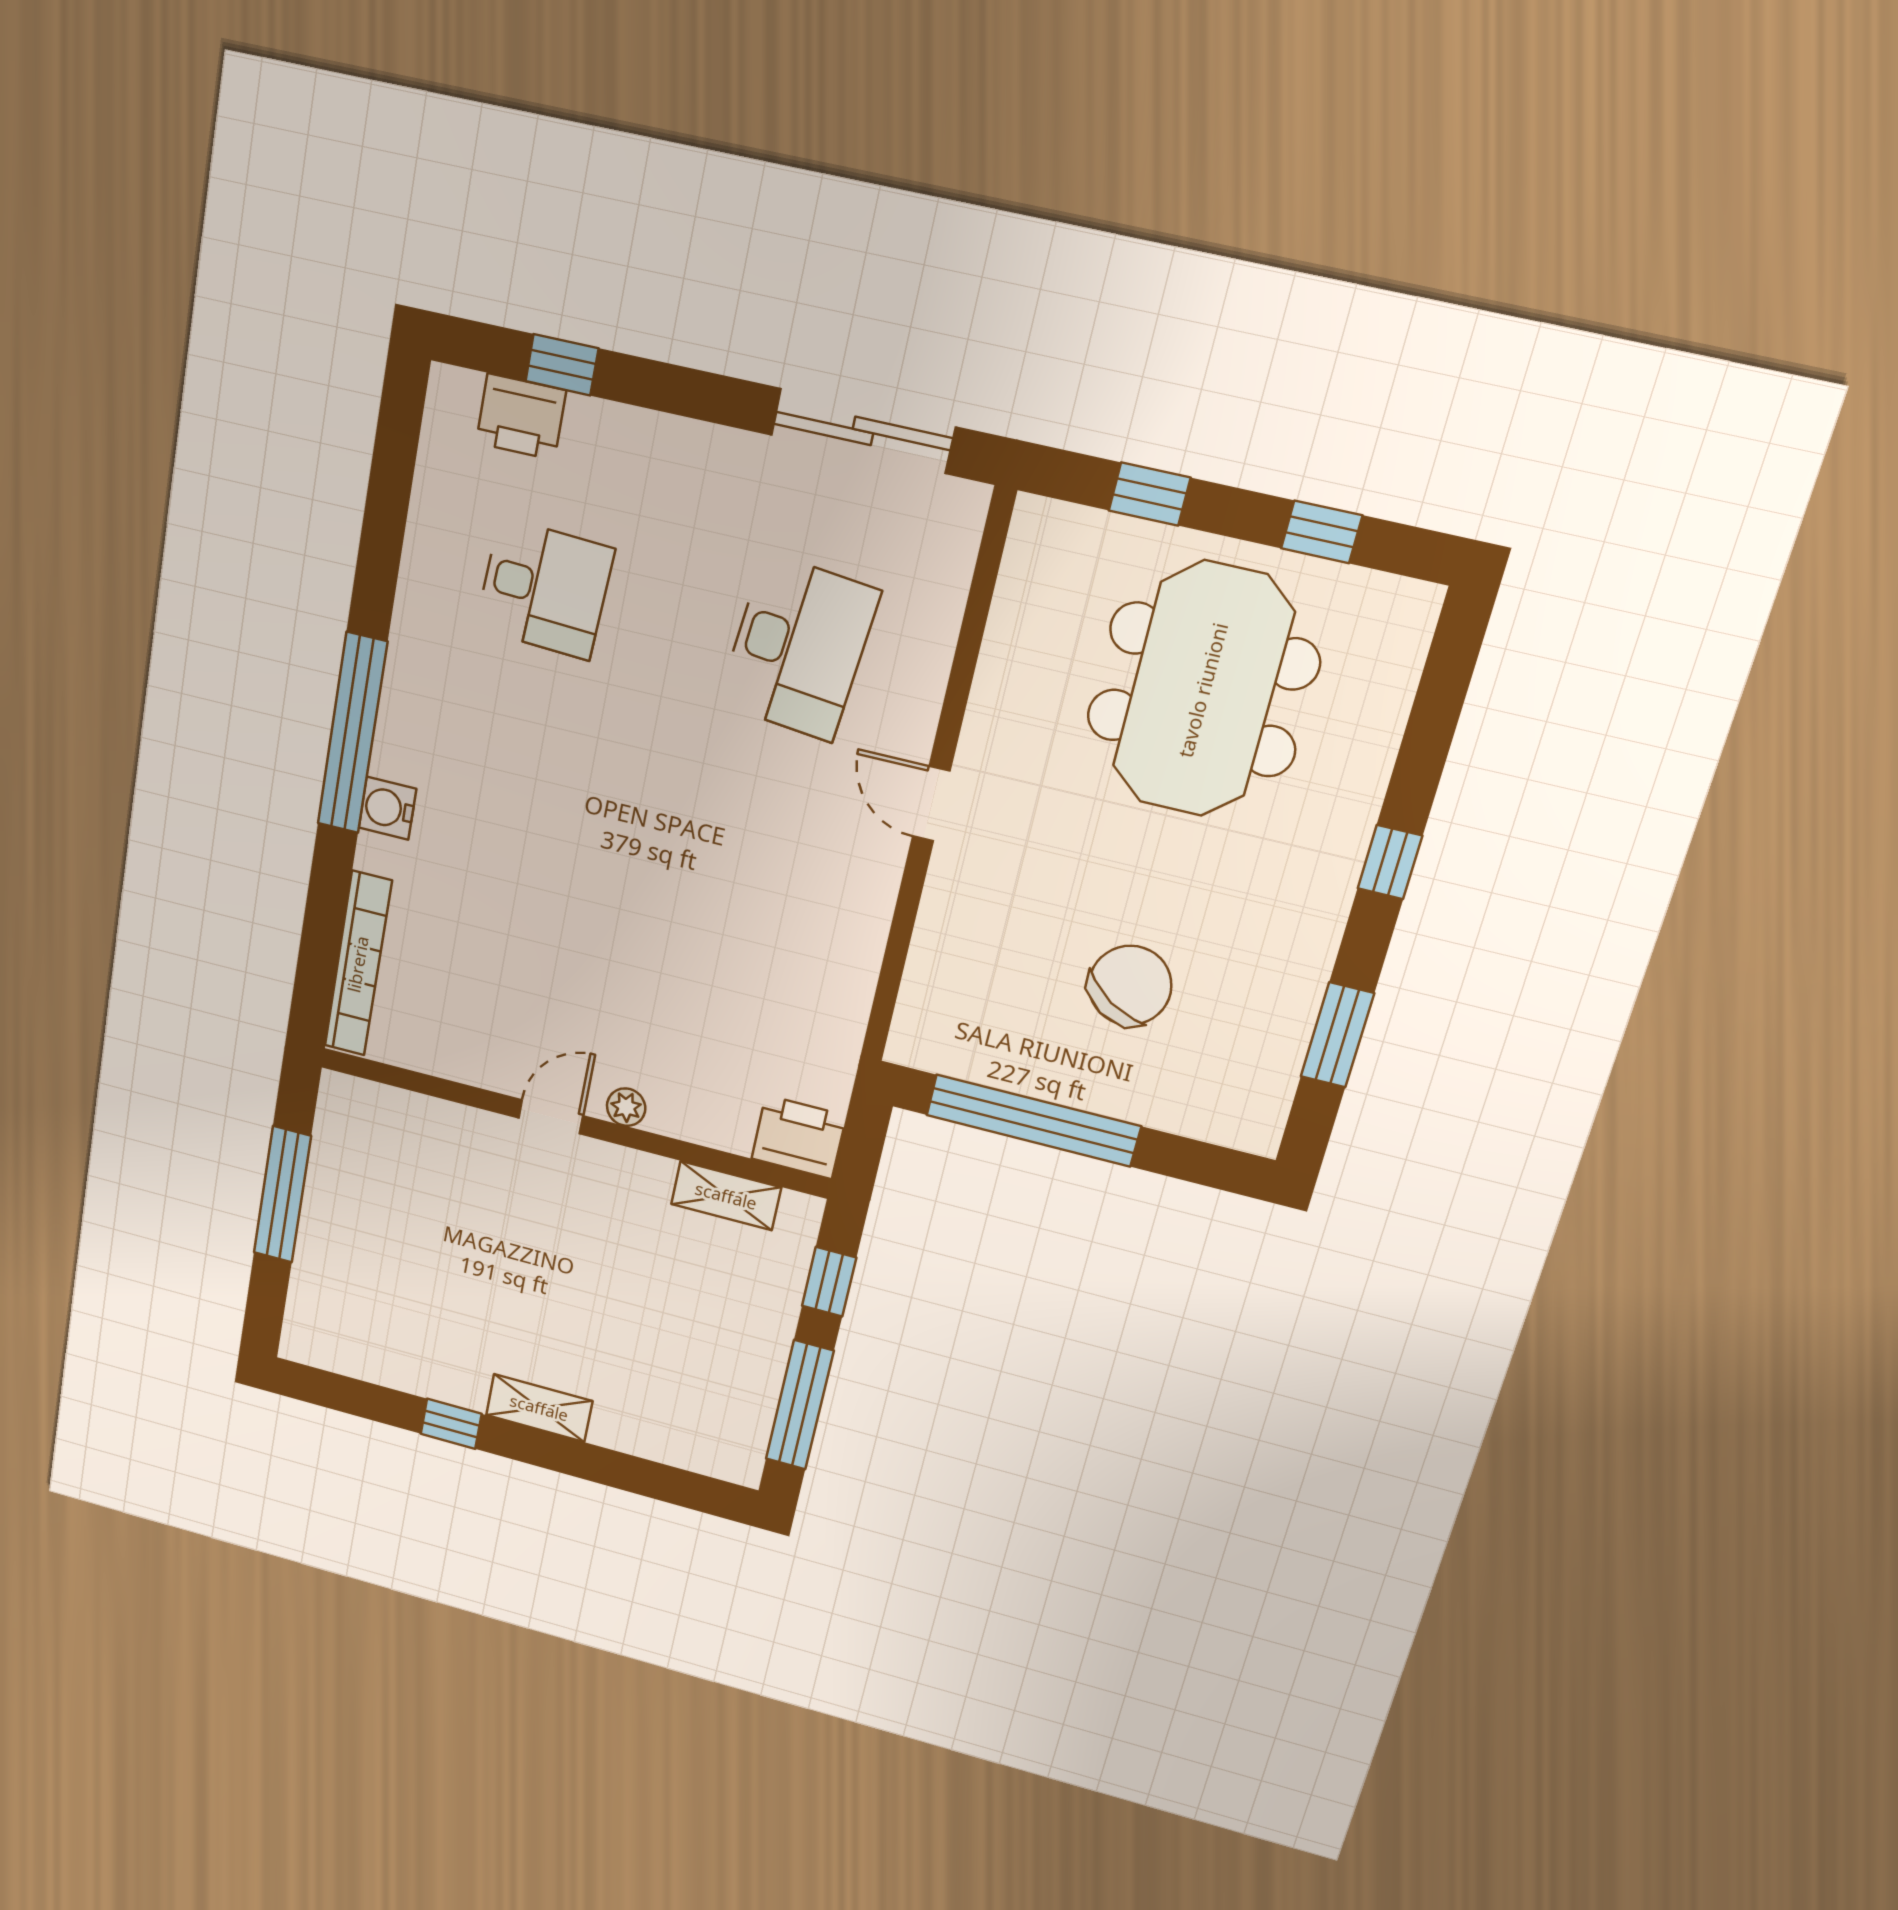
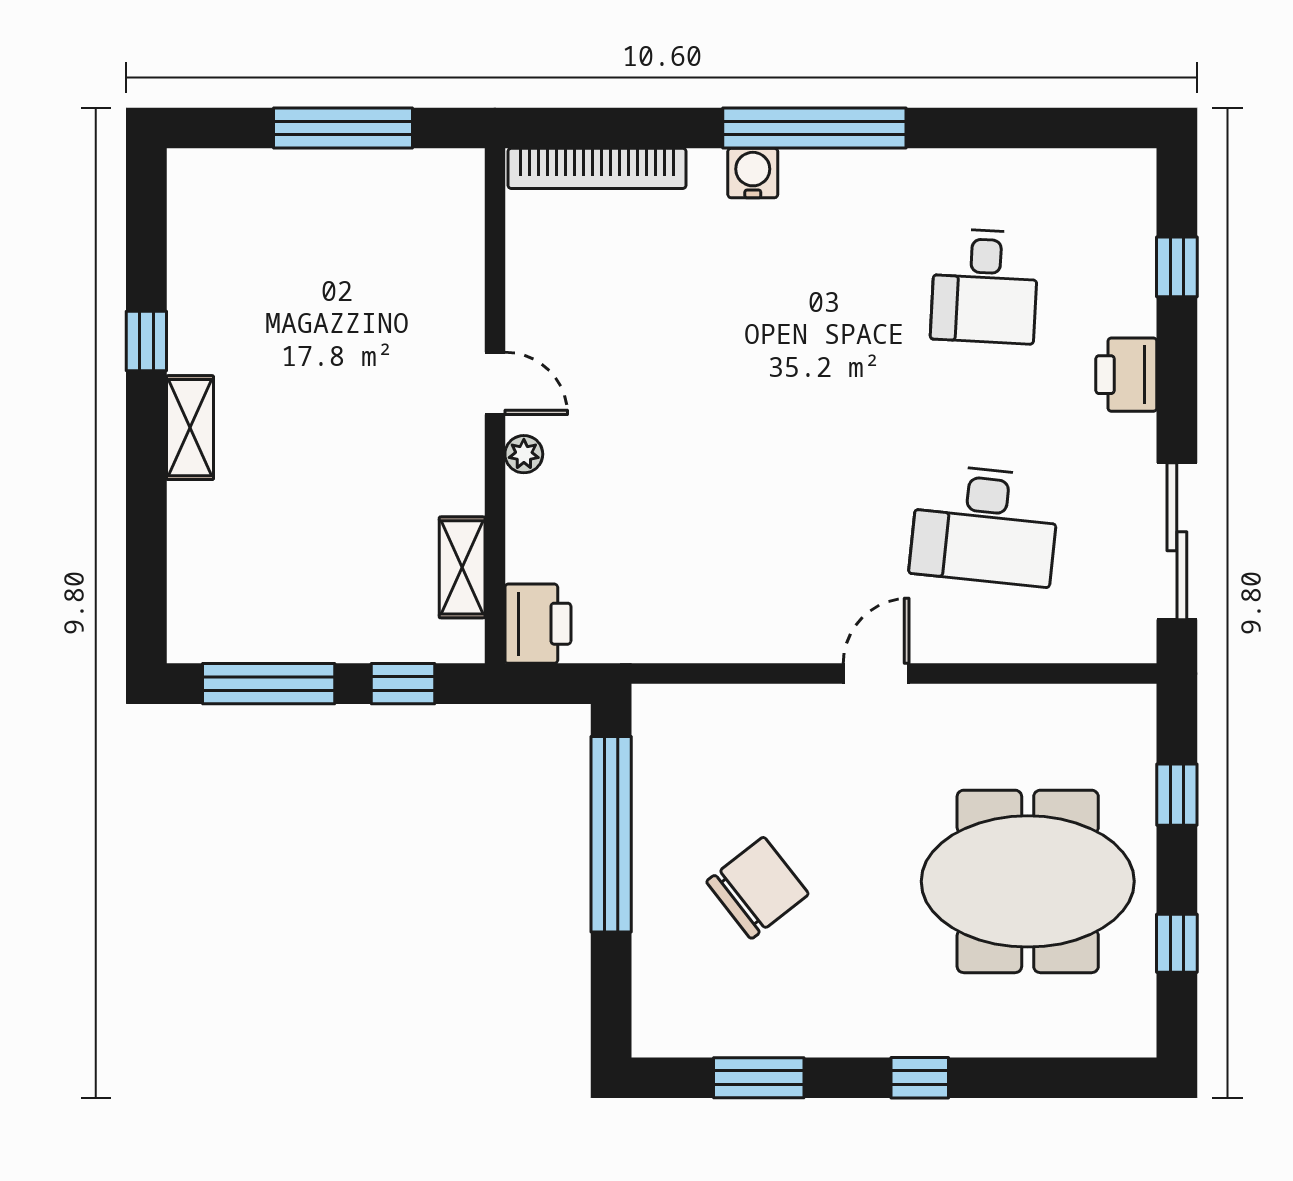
printer: (521, 417) -> (1126, 375), moved
chair: (1130, 985) -> (757, 888), turned -70

